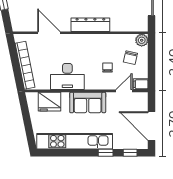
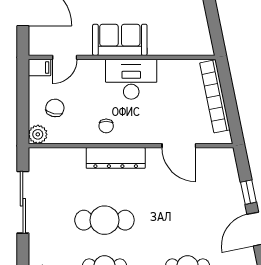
chair: (107, 68) -> (106, 126), moved
desk: (67, 77) -> (131, 79), moved
fridge: (49, 102) -> (178, 41), removed

